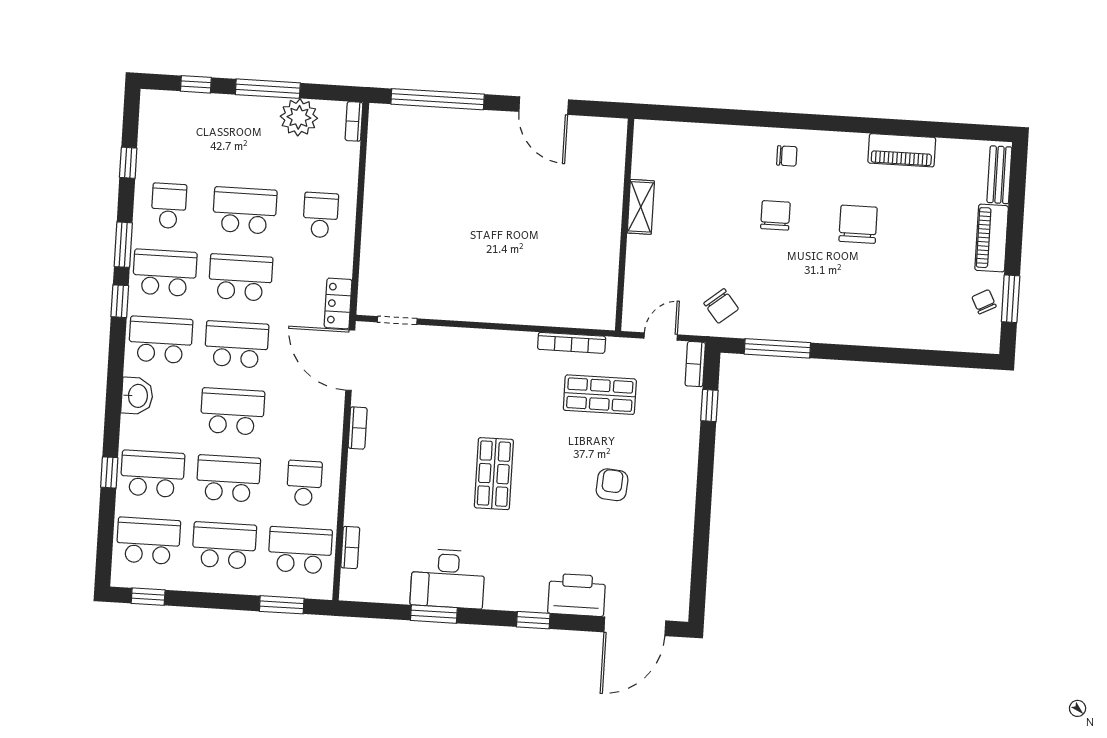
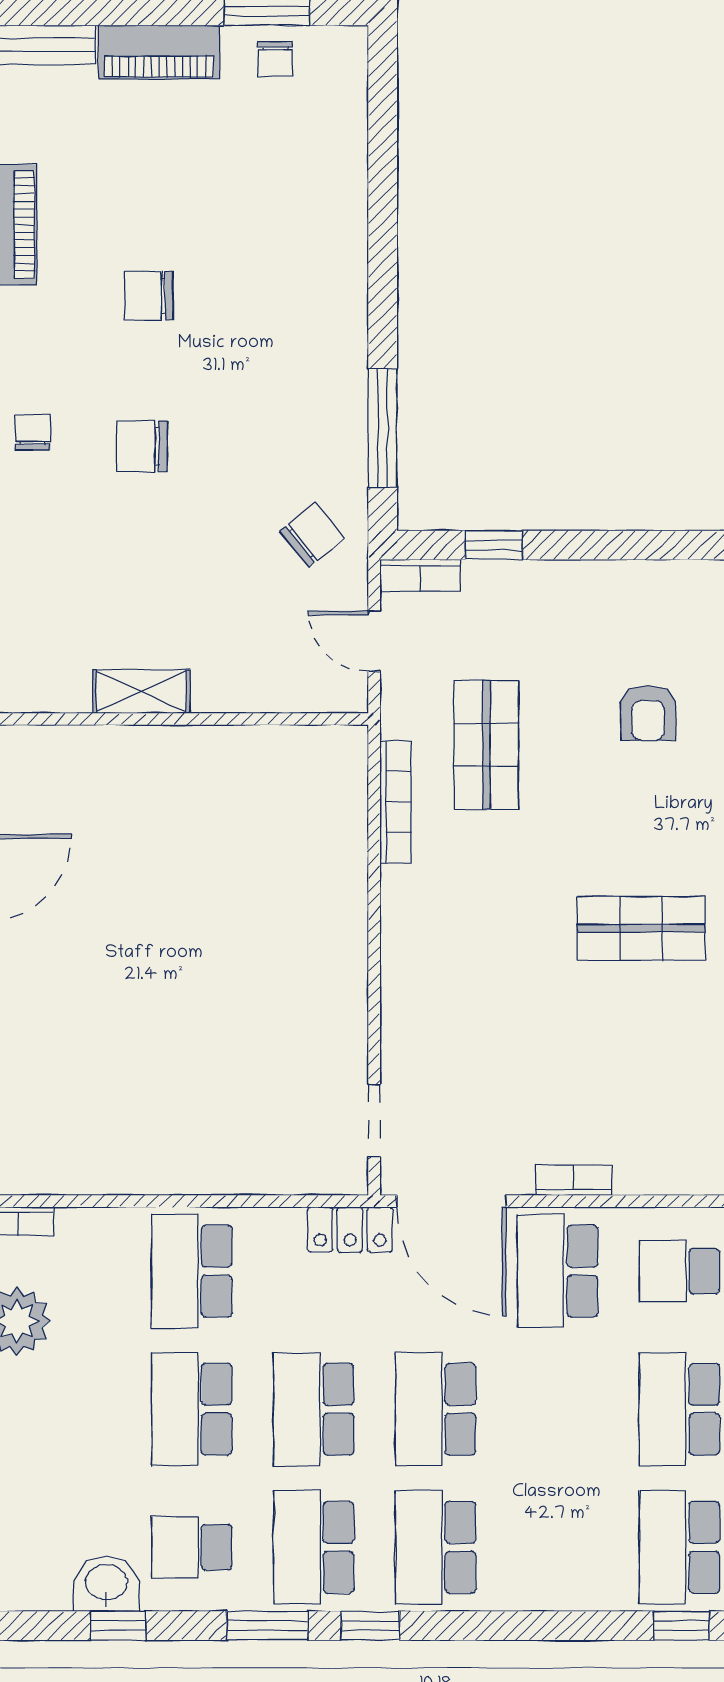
school desk: (321, 215) -> (192, 1271), width x1.85
chair: (858, 224) -> (149, 296), width x0.73, depth x0.73
chair: (984, 302) -> (275, 59), turned -63
door: (350, 360) -> (451, 1201), hinge flipped
washbasin: (137, 396) -> (106, 1584), moved
school desk: (232, 411) -> (557, 1271), moved
armchair: (612, 485) -> (648, 713), turned -94

